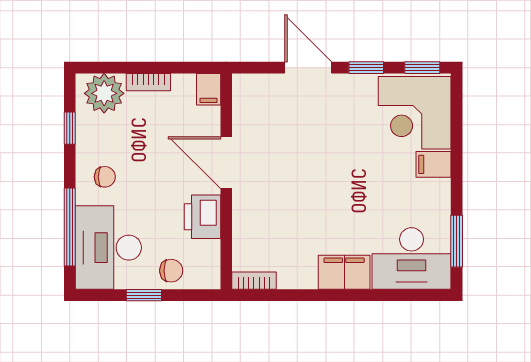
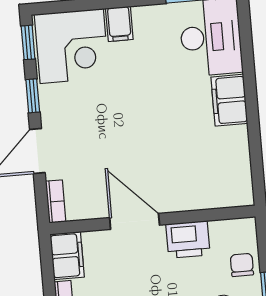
filing cabinet: (209, 89) -> (67, 256), width x2.00
door: (226, 163) -> (135, 221), swing flipped
bookcase: (254, 281) -> (56, 201), moved, turned 180

